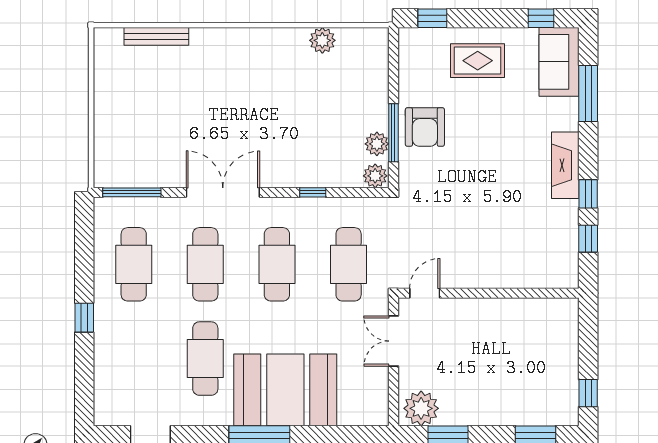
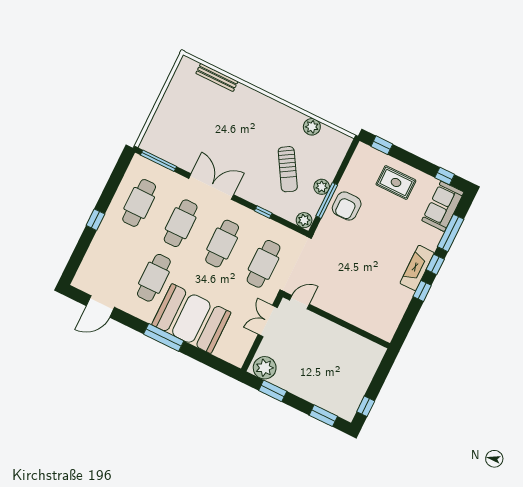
sun lounger: (318, 116) -> (288, 169), added
plant: (377, 144) -> (322, 187), moved
window: (588, 239) -> (435, 264), moved

